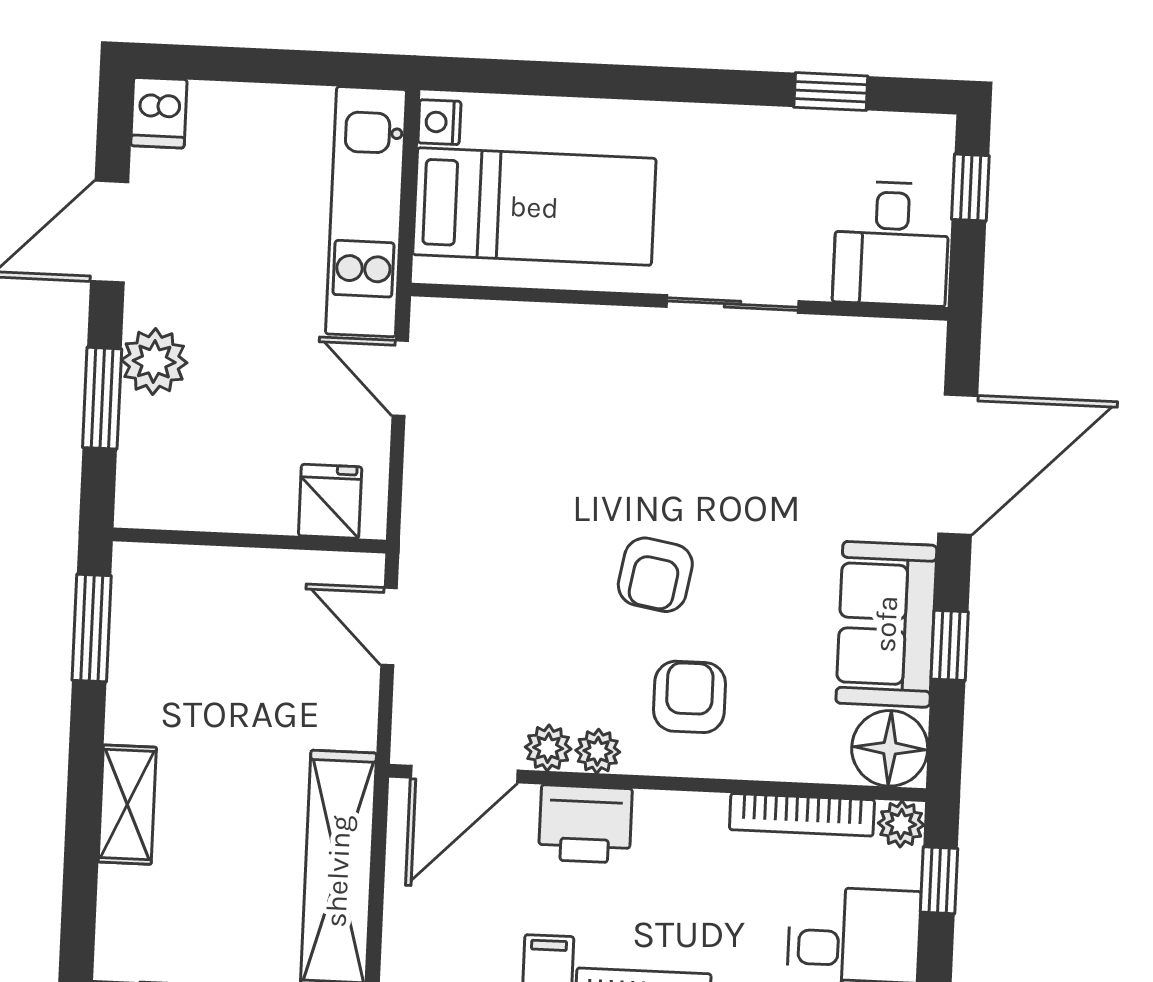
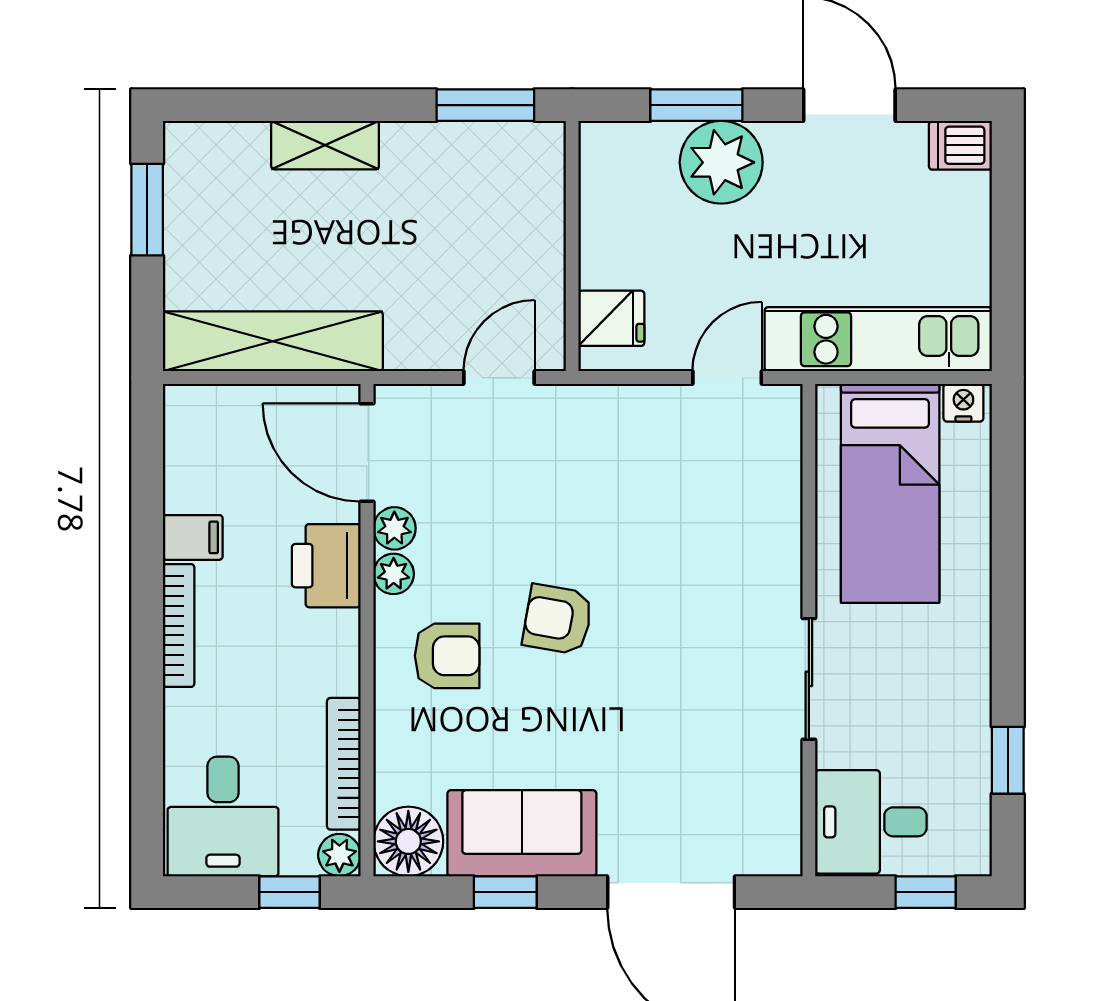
plant: (154, 361) -> (721, 162), width x1.36, depth x1.36

